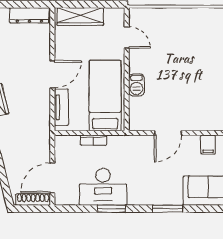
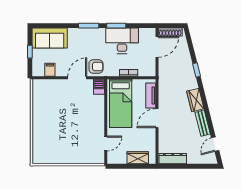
wardrobe: (80, 17) -> (138, 158), width x0.67
door: (127, 37) -> (106, 143), swing flipped
barbecue: (136, 85) -> (99, 87), moved
armchair: (141, 149) -> (96, 66), added
window: (168, 209) -> (89, 26), moved

